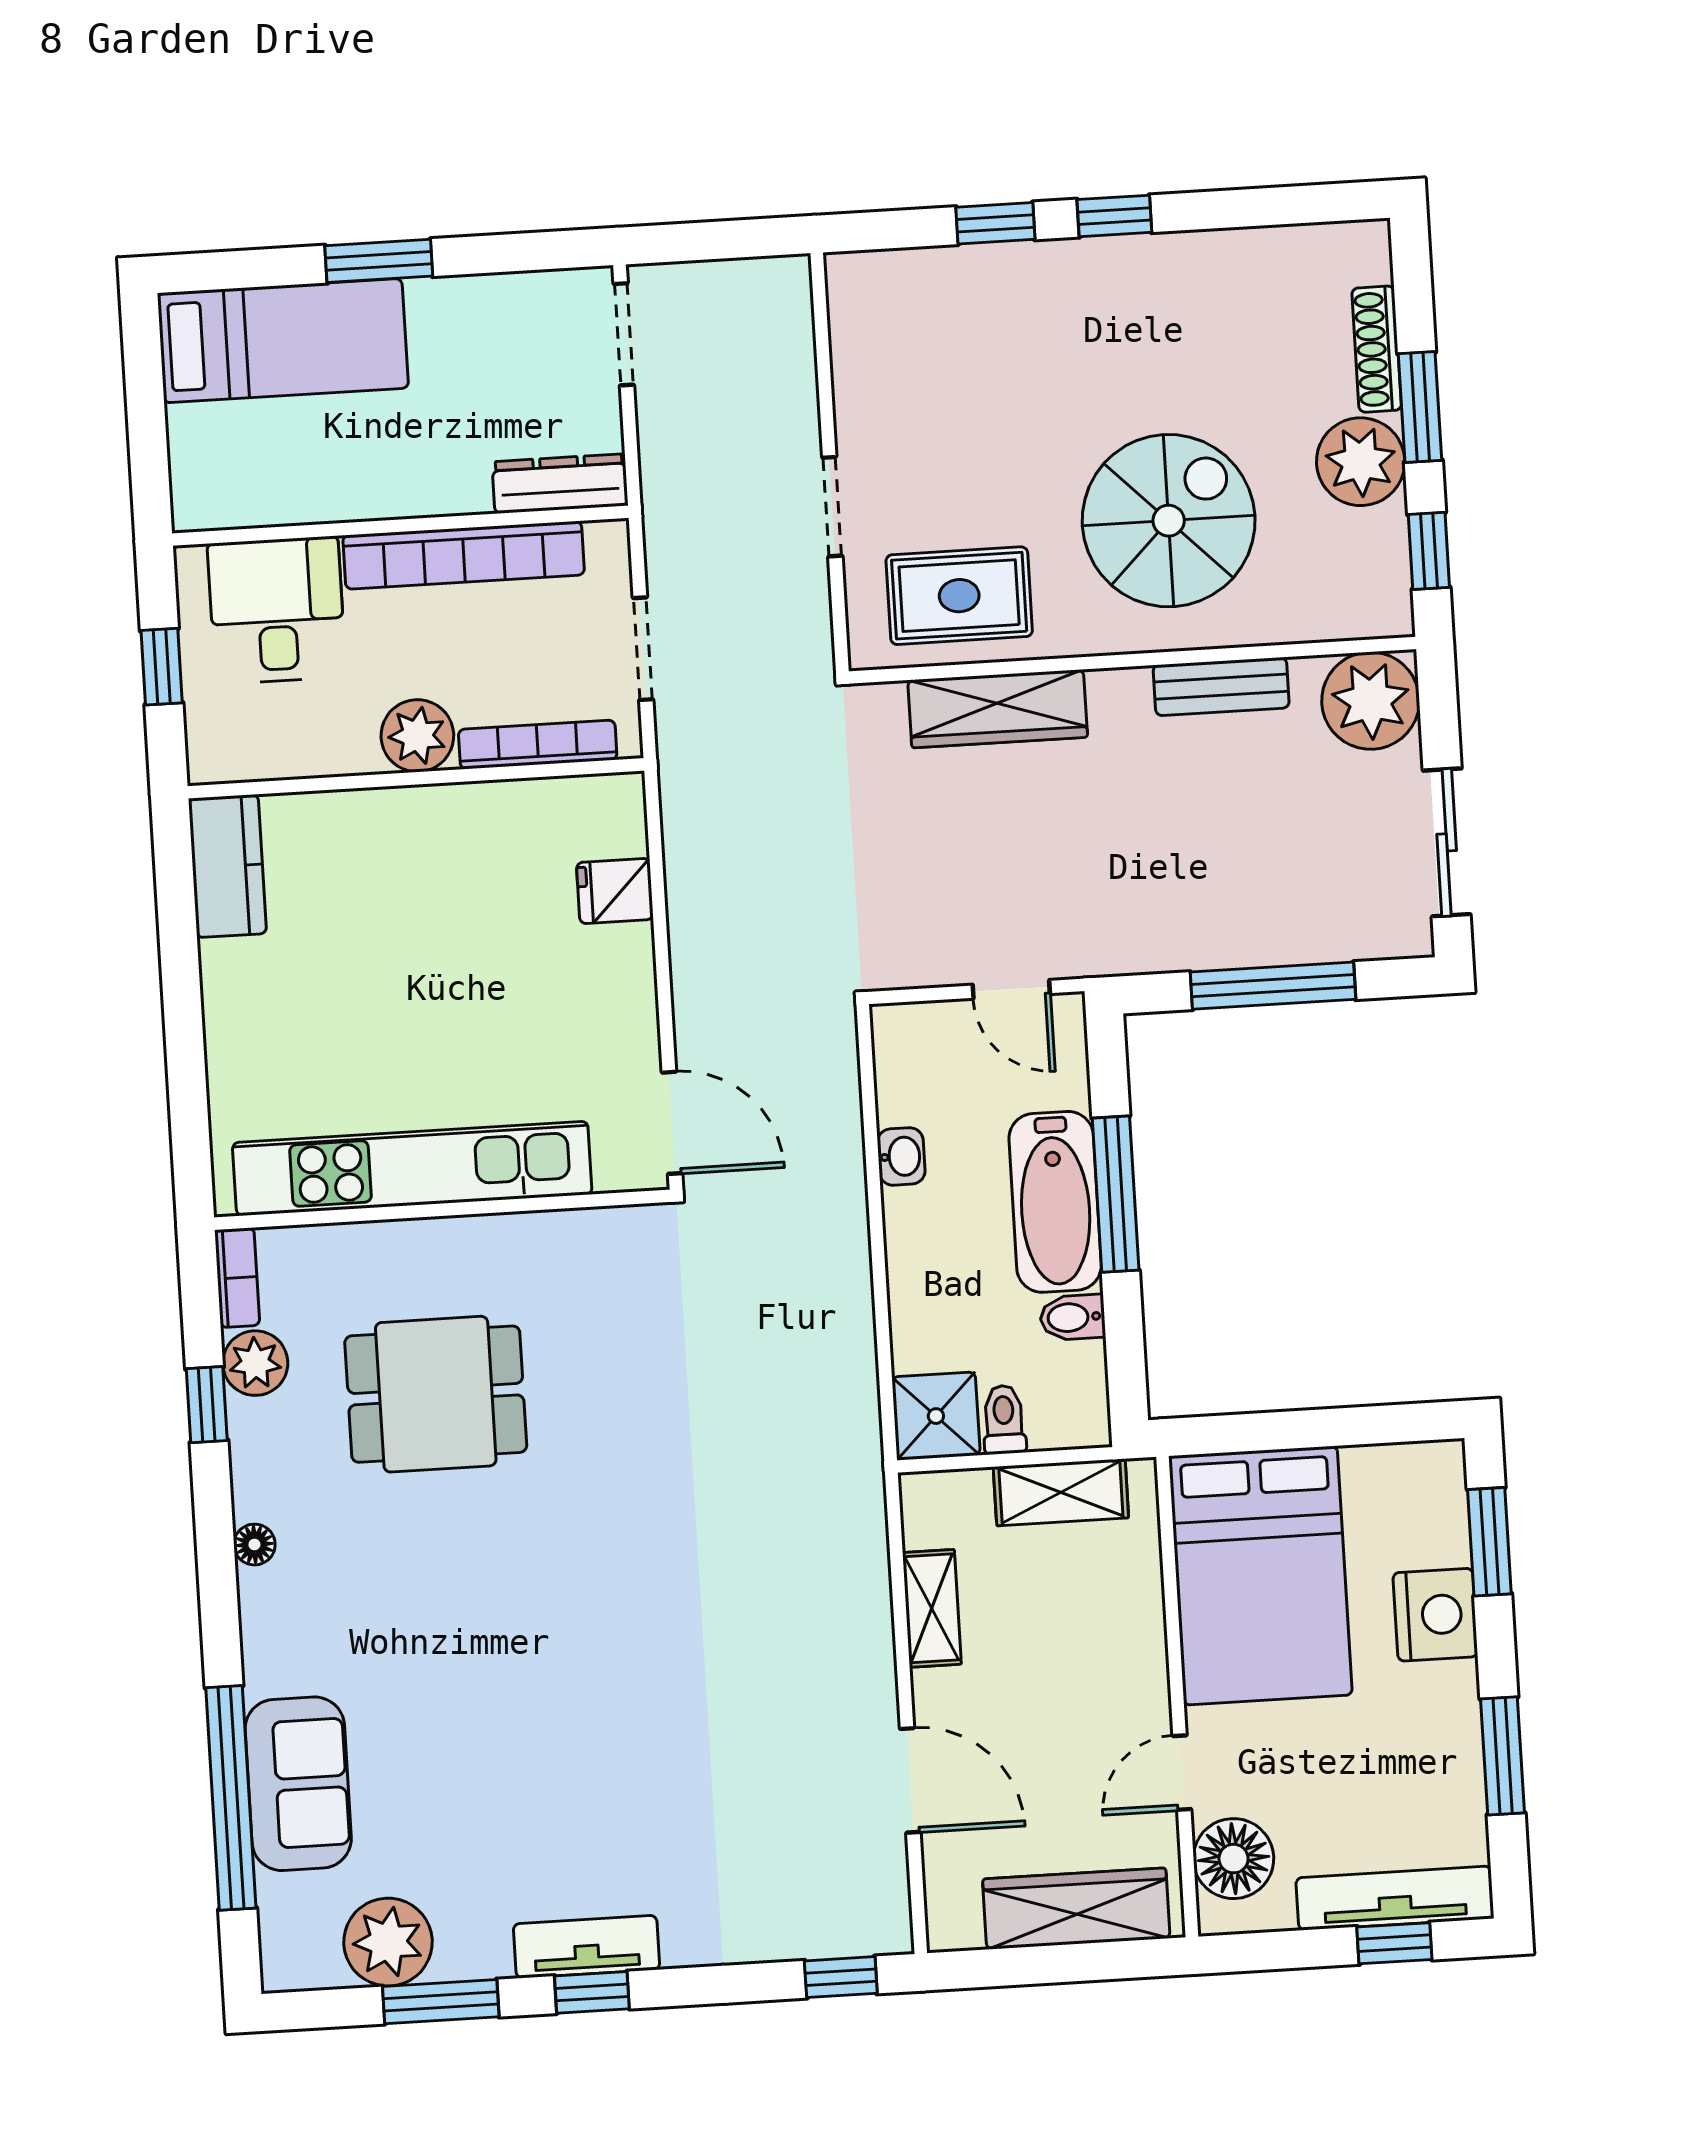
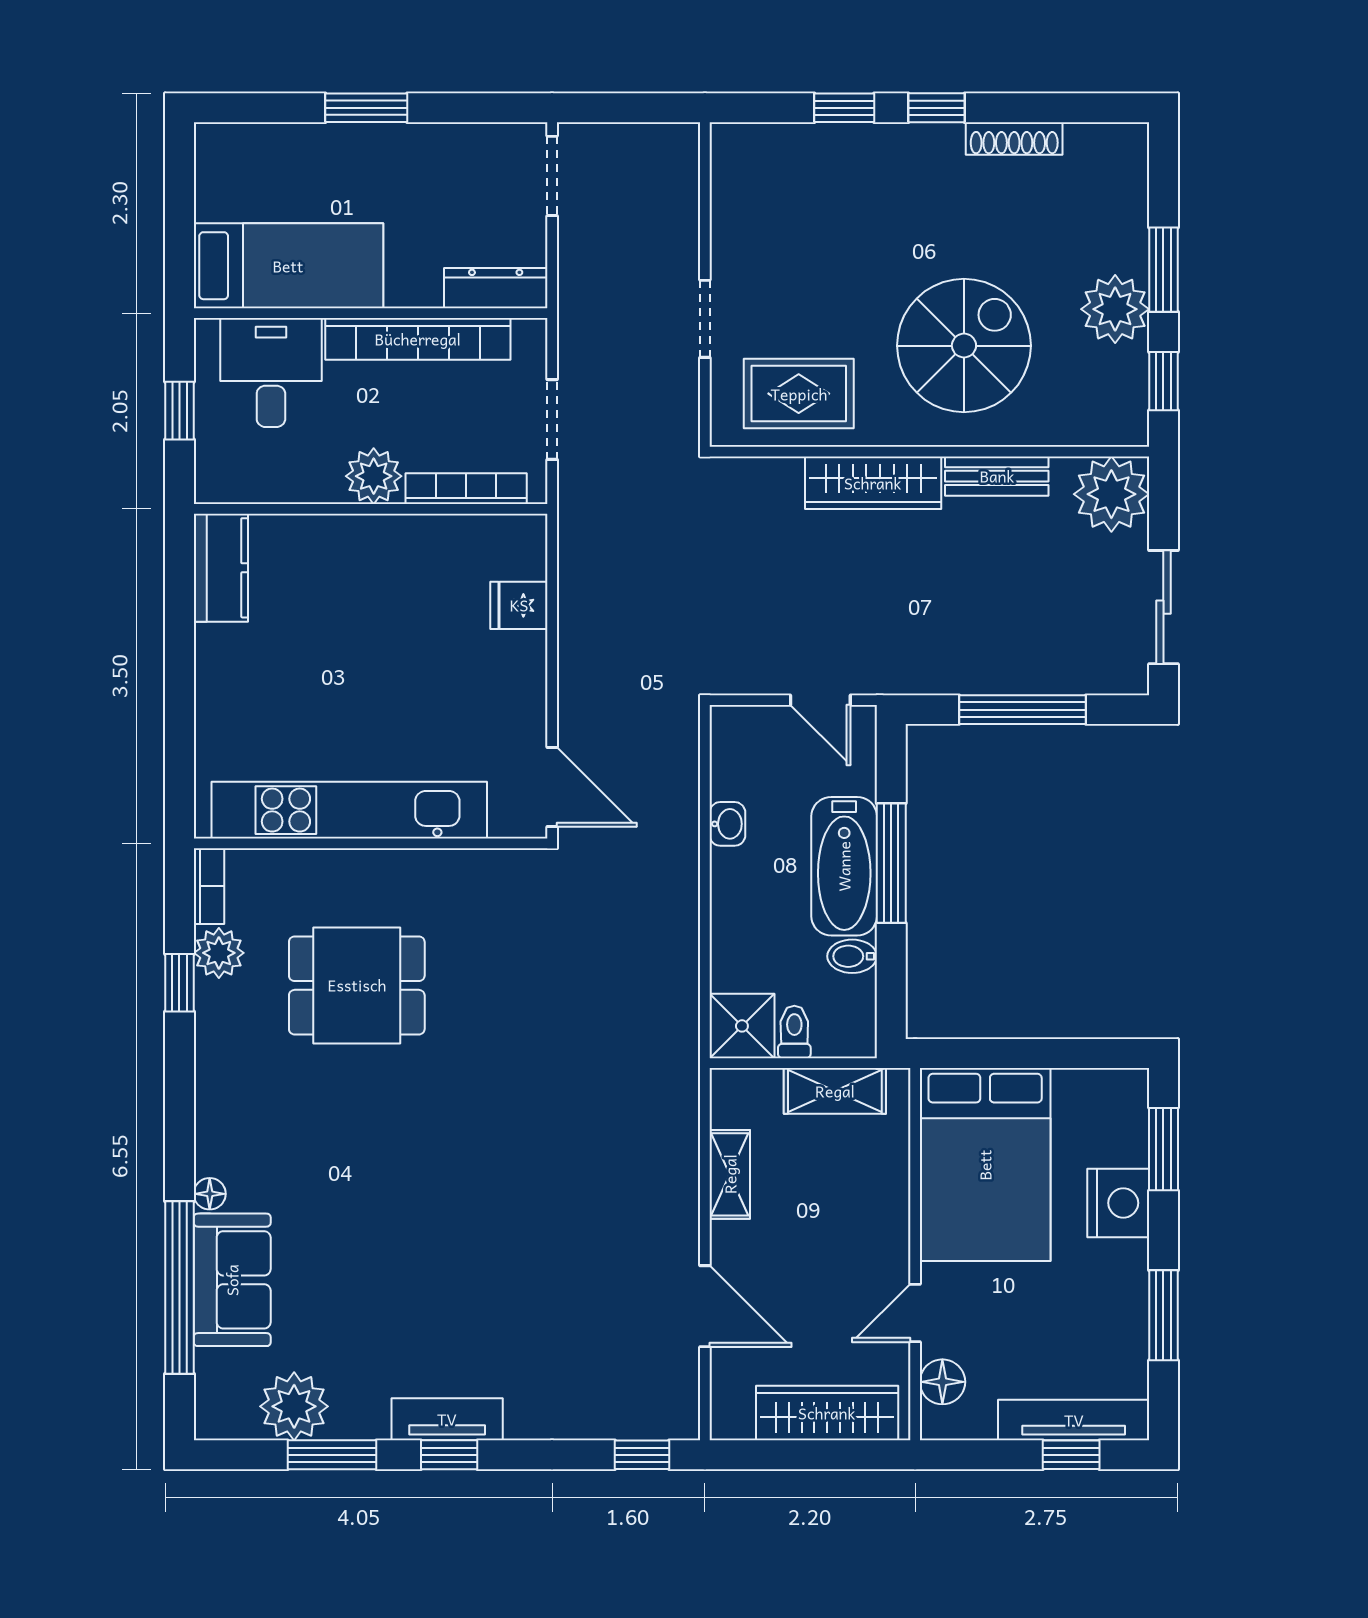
bed: (283, 341) -> (288, 266), moved
shoe rack: (1377, 349) -> (1014, 138), moved, turned -90
wardrobe: (998, 709) -> (873, 483), moved
floor lamp: (254, 1545) -> (210, 1194), moved
floor lamp: (1234, 1859) -> (942, 1382), width x0.73, depth x0.73

